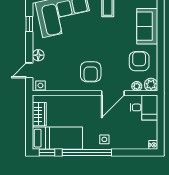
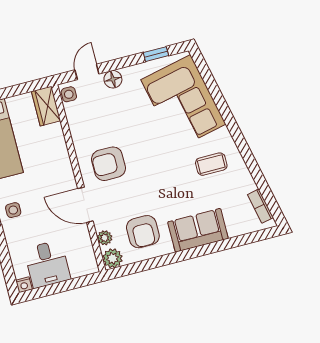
armchair: (139, 61) -> (143, 232), turned 90
door: (29, 70) -> (87, 72), hinge flipped
desk: (144, 107) -> (47, 264), moved
wardrobe: (39, 114) -> (46, 106), moved, turned 90

